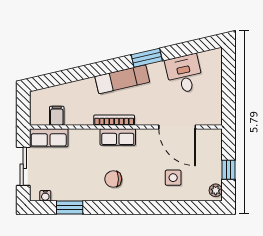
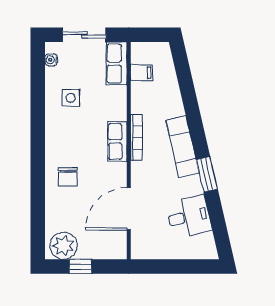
side table: (173, 178) -> (71, 98), moved
chair: (113, 179) -> (68, 177), moved, turned 180
plant: (216, 190) -> (64, 246), width x1.87, depth x1.87
window: (70, 207) -> (38, 87), removed

